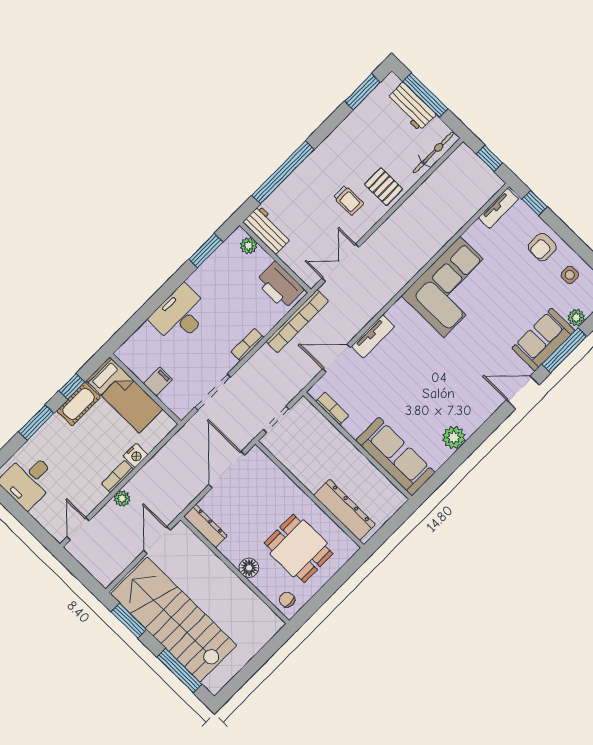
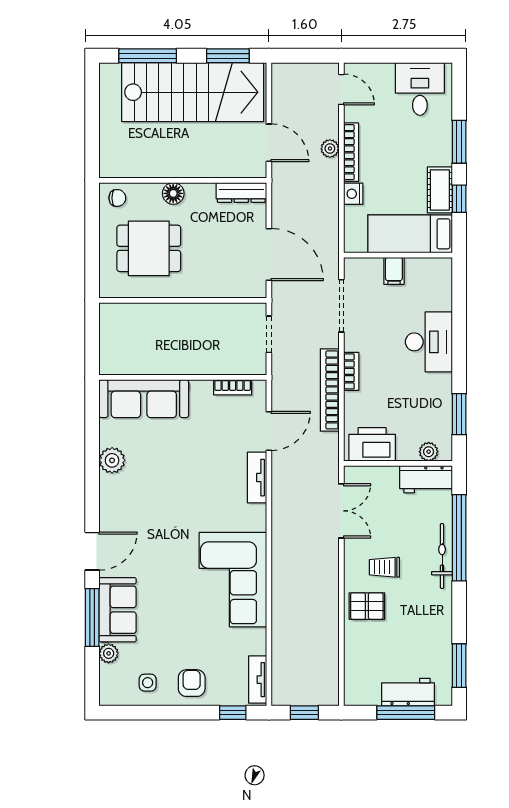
bicycle: (434, 152) -> (442, 556), moved, turned 180
bookcase: (297, 321) -> (330, 390), moved
bookcase: (118, 476) -> (351, 152), width x1.56
dresser: (345, 510) -> (142, 316), removed

